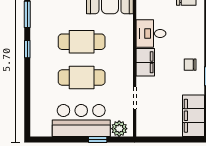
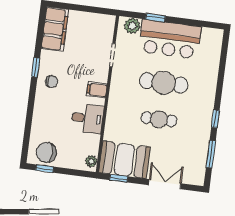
cafe table: (82, 42) -> (159, 119), width x0.73, depth x0.74
filing cabinet: (145, 62) -> (97, 90), width x0.50

